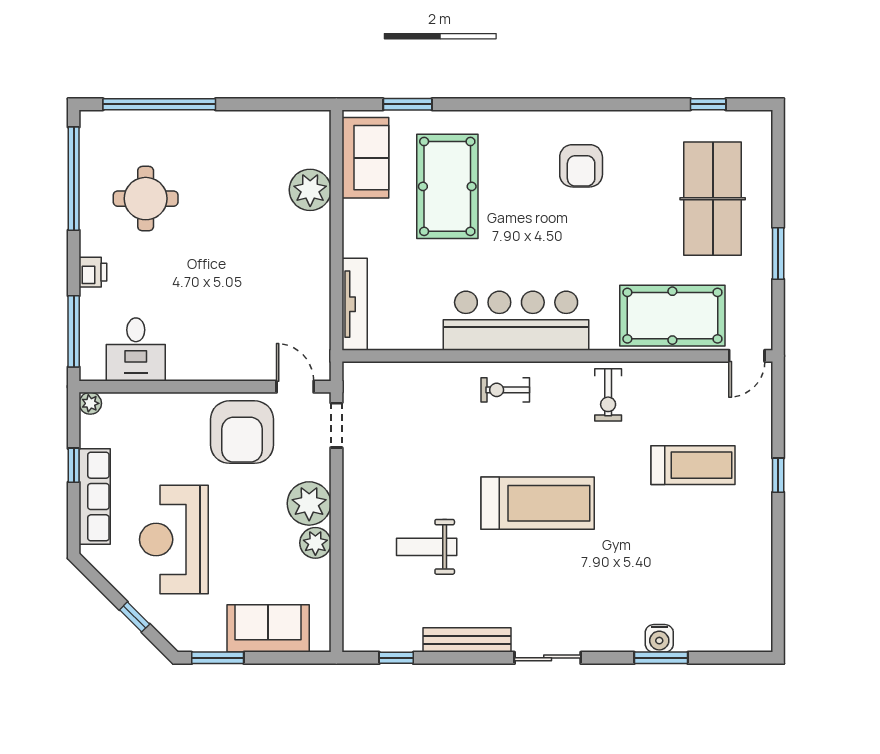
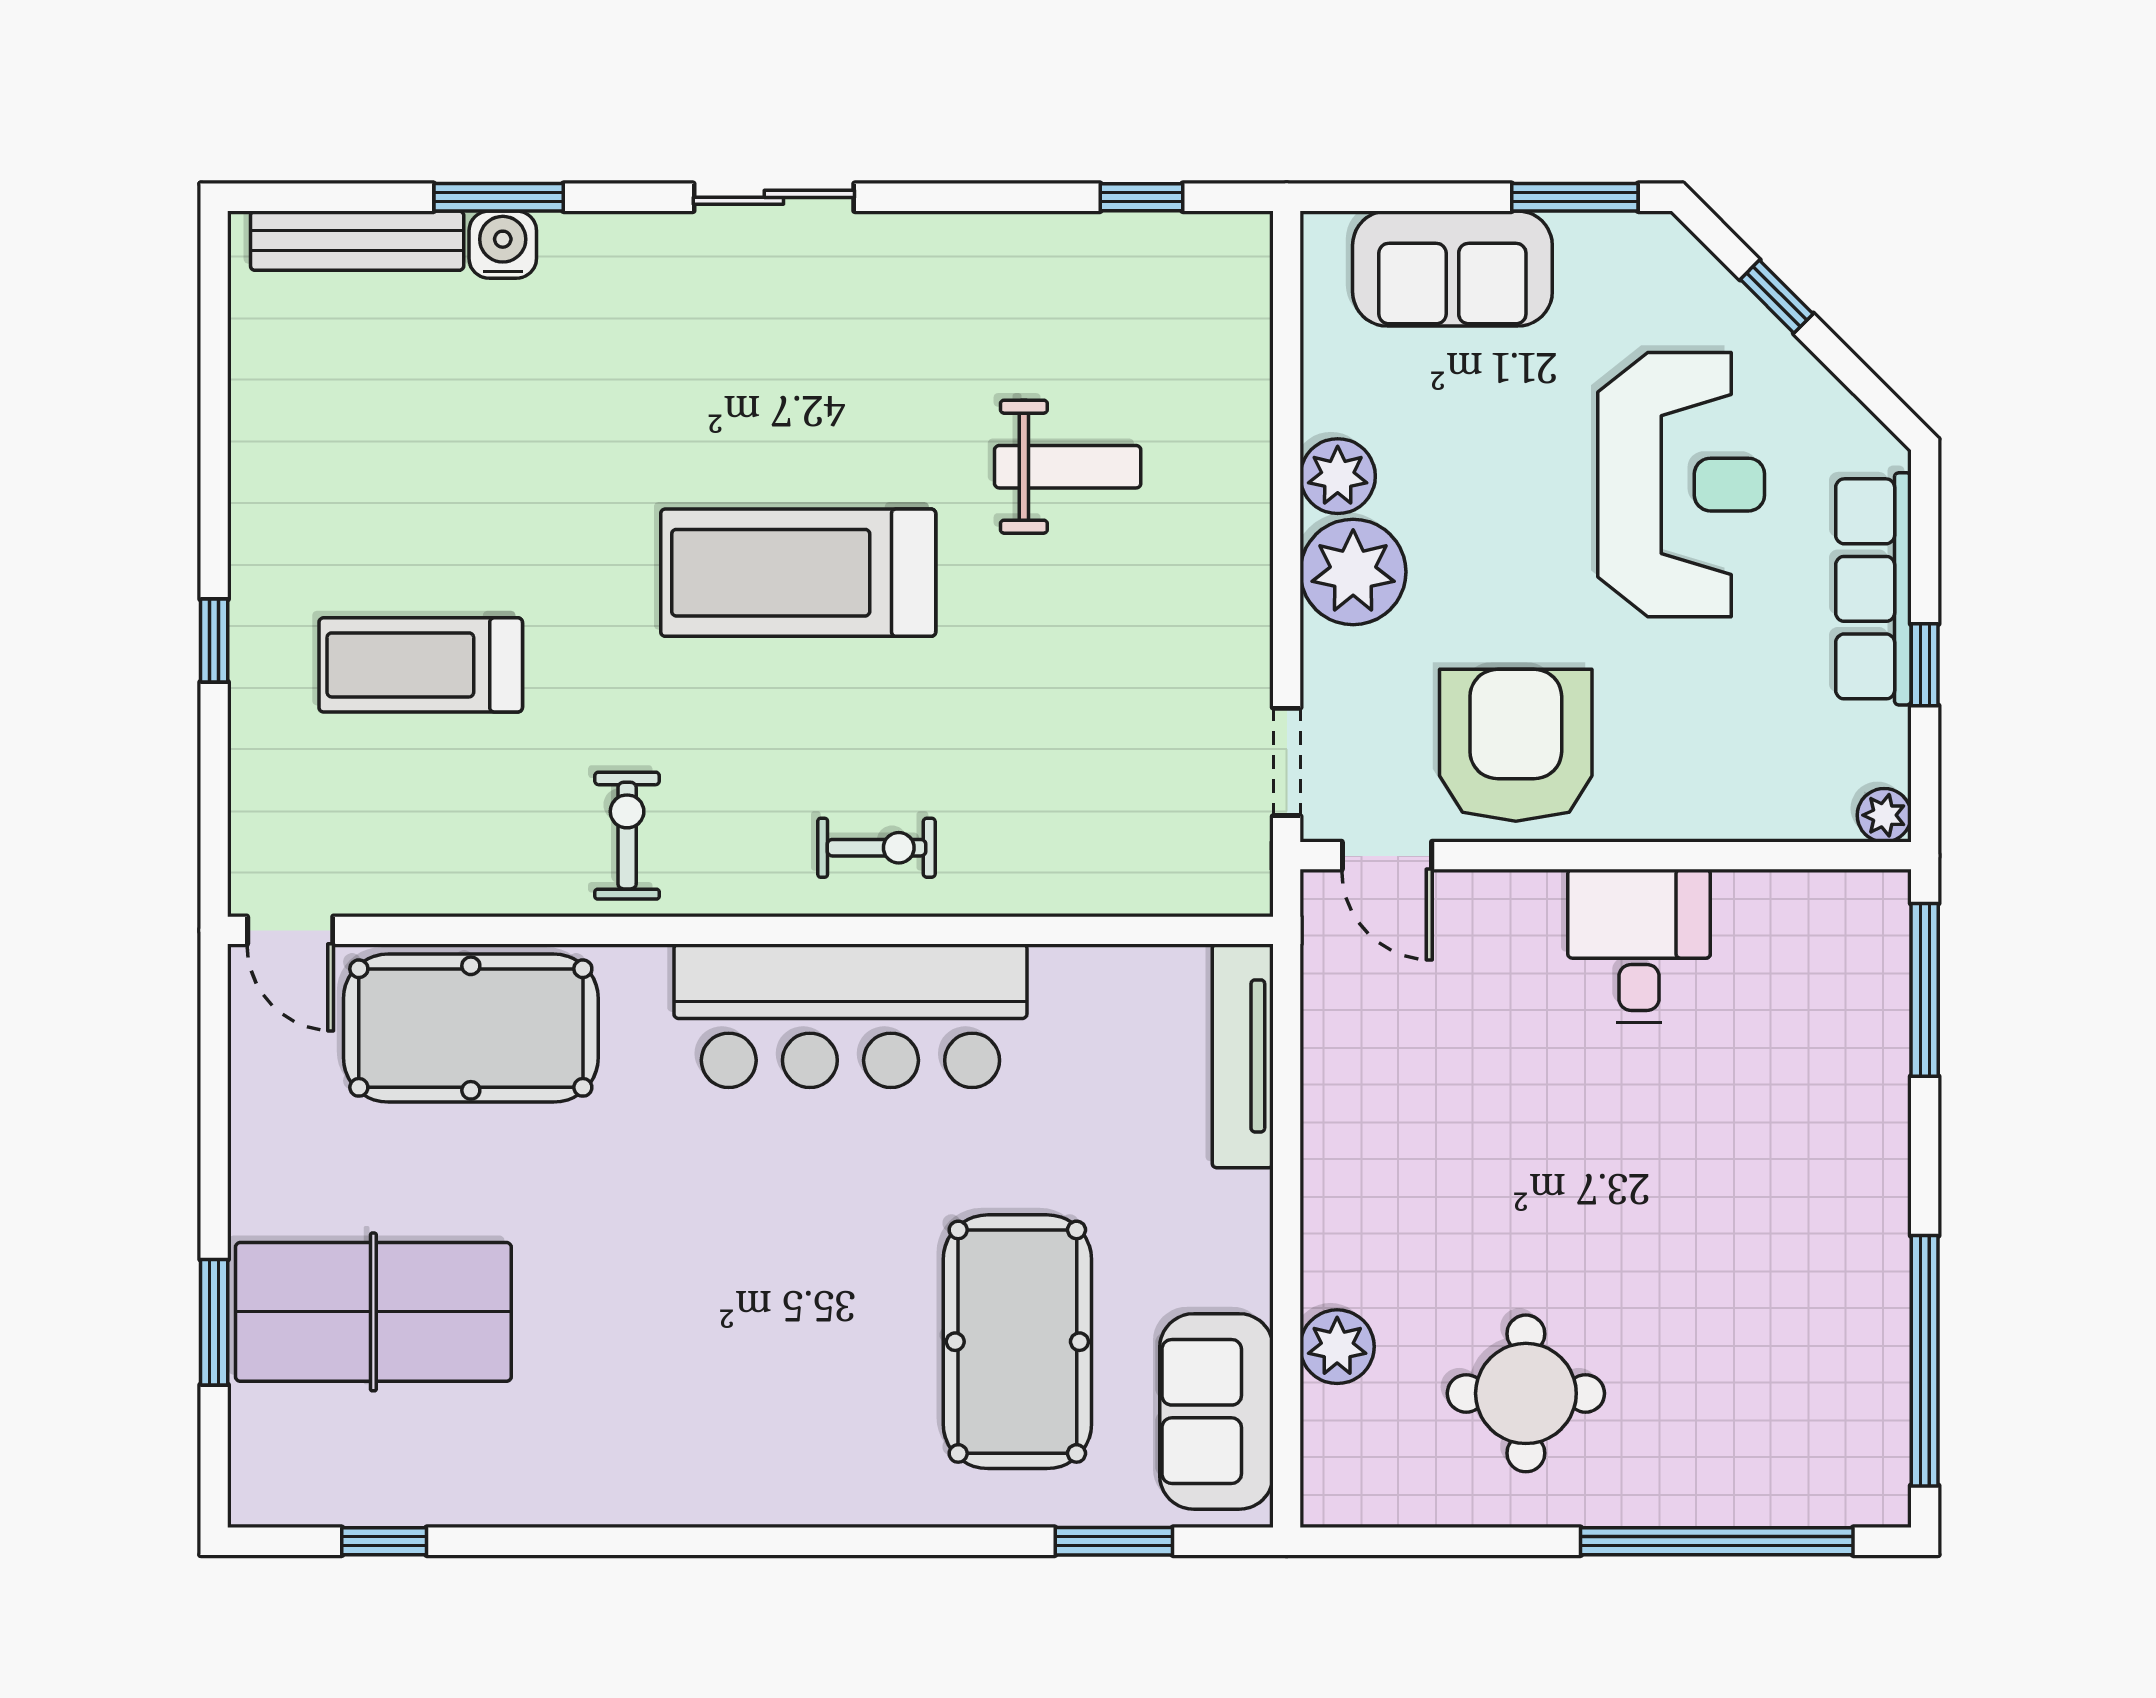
armchair: (581, 166) -> (693, 1392), removed
plant: (310, 190) -> (1337, 1347), width x0.73, depth x0.73
round table: (146, 199) -> (1526, 1393), moved
table tennis table: (713, 199) -> (373, 1312), turned 90
window: (778, 253) -> (214, 1322), moved
printer: (93, 272) -> (1878, 1134), removed
desk: (136, 349) -> (1639, 946), moved
door: (747, 356) -> (290, 930), swing flipped
bench: (467, 640) -> (357, 241), moved

